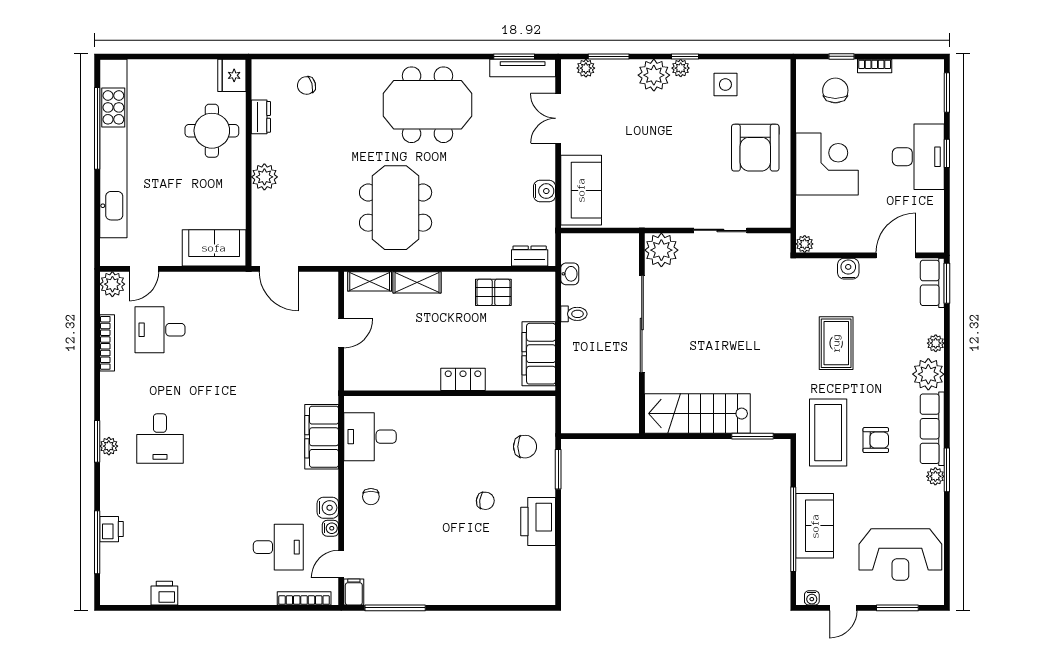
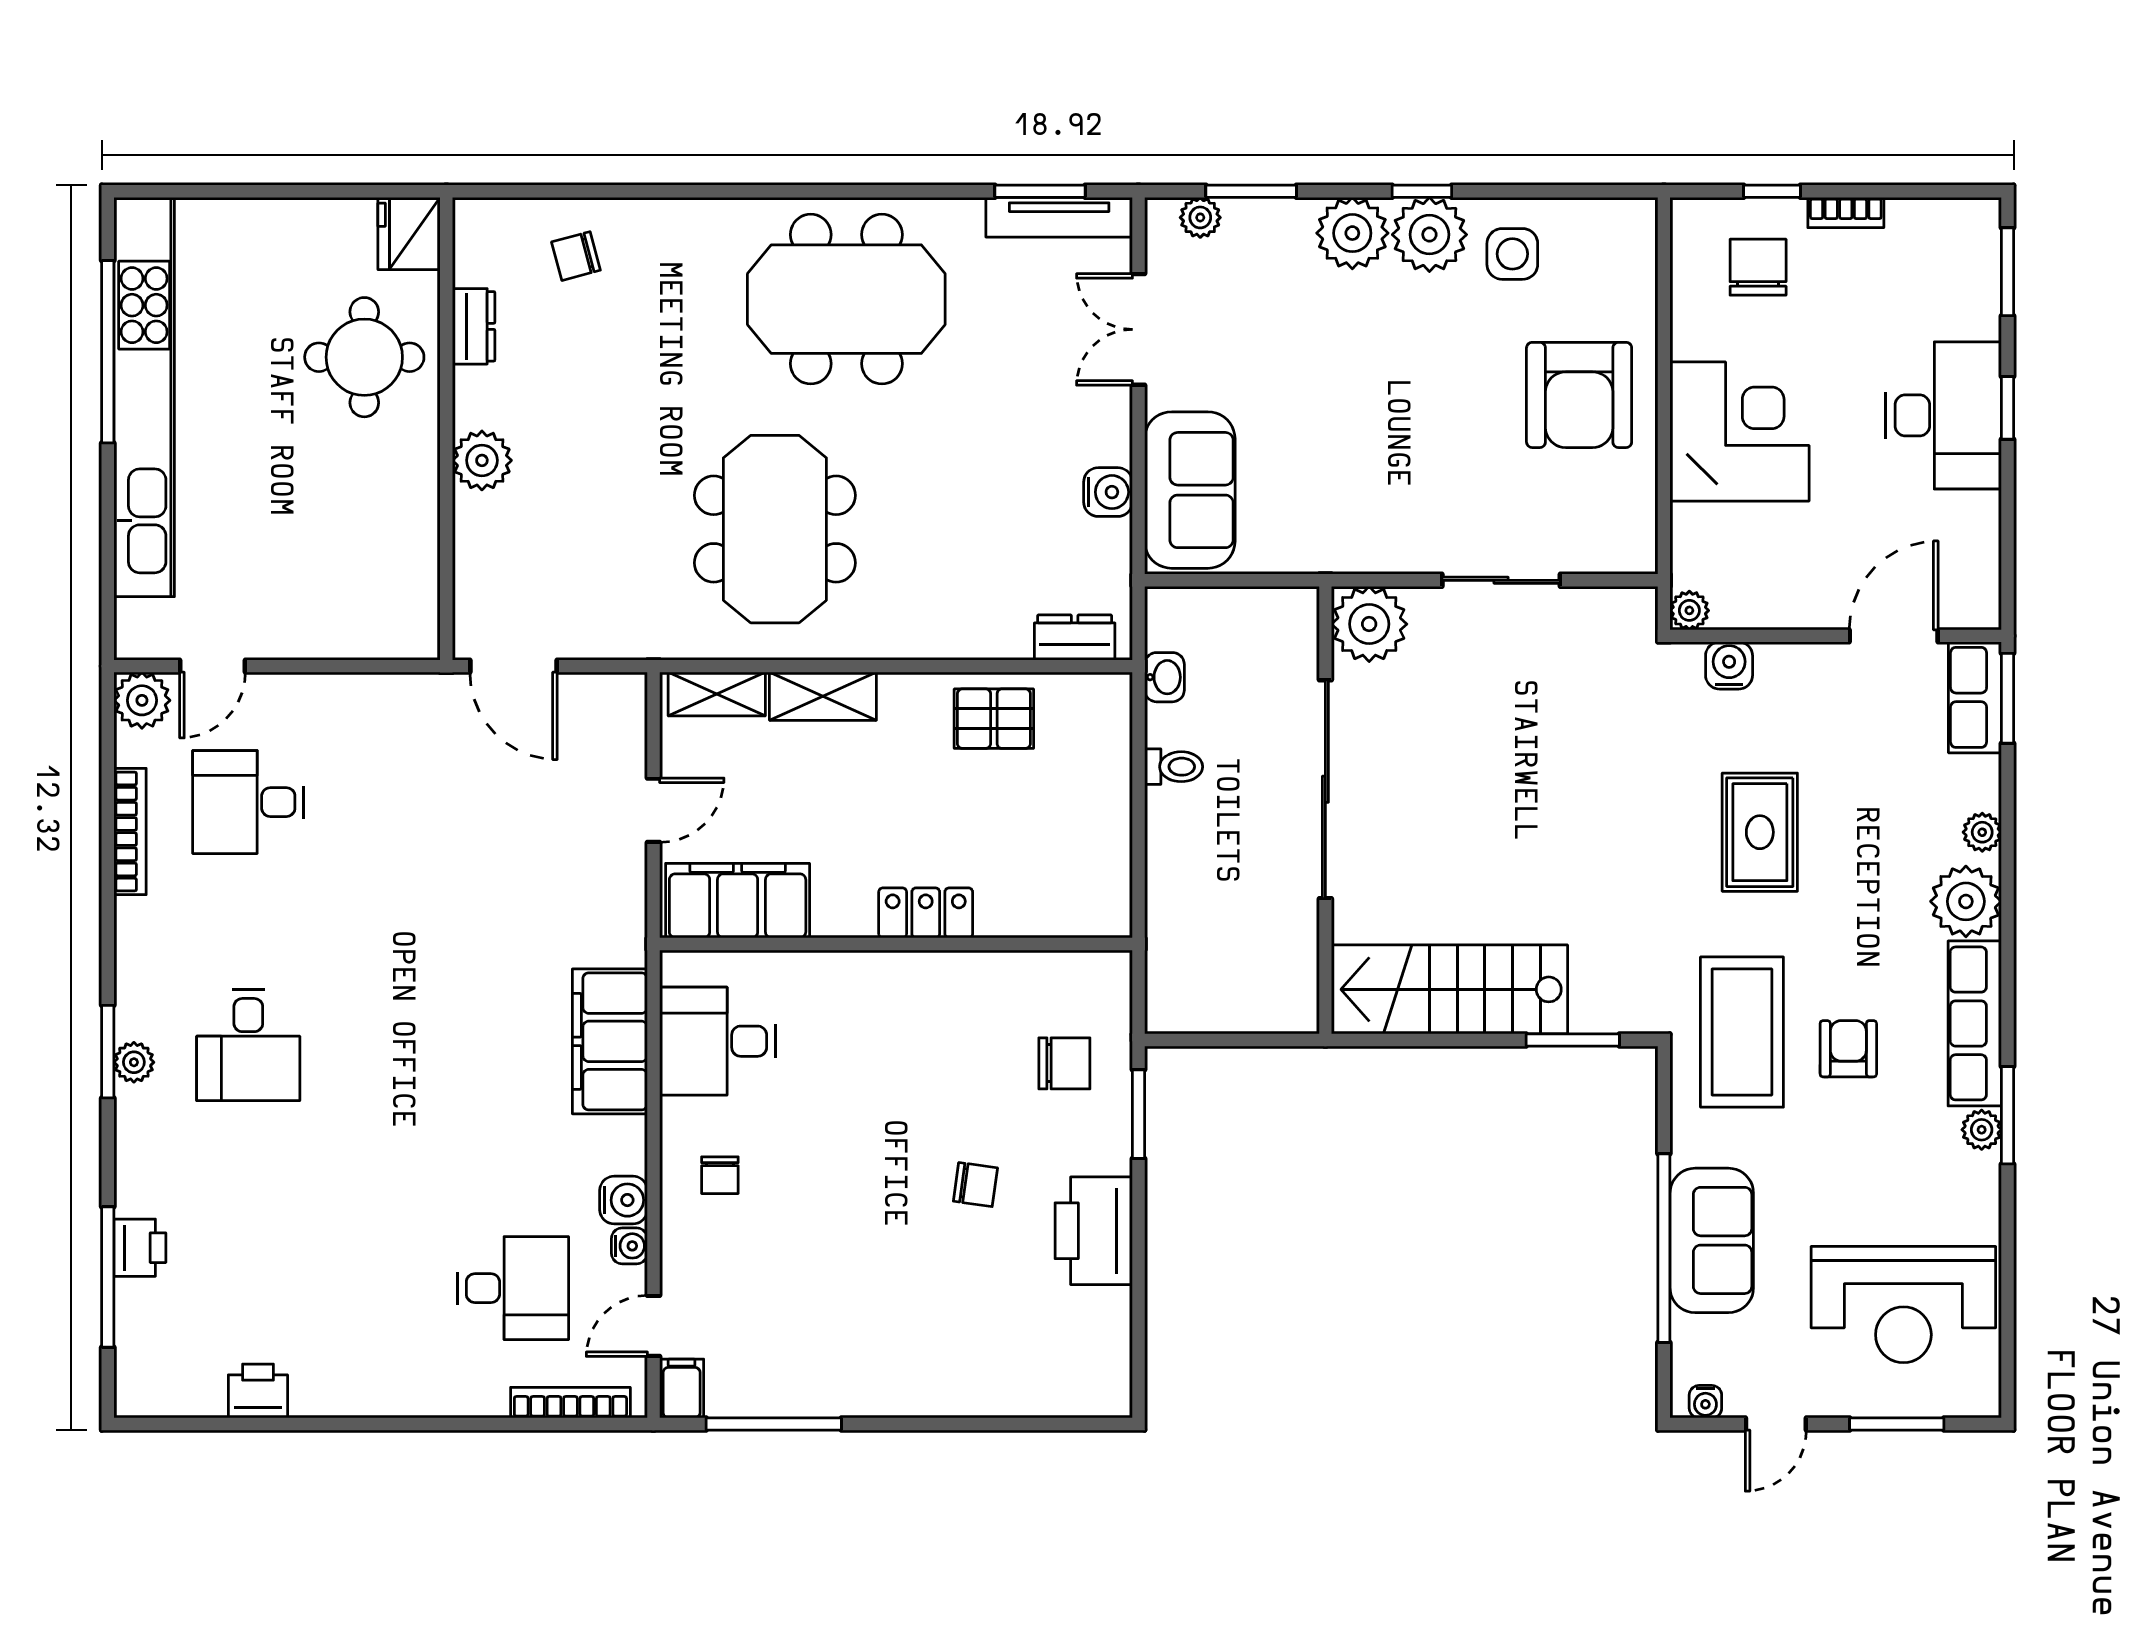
plant: (681, 68) -> (1429, 235), width x1.88, depth x1.88
sofa: (214, 248) -> (369, 619), removed
water cooler: (848, 269) -> (1729, 665), moved
filing cabinet: (539, 354) -> (738, 901), moved, turned 90
armchair: (876, 440) -> (1848, 1049), turned -90

